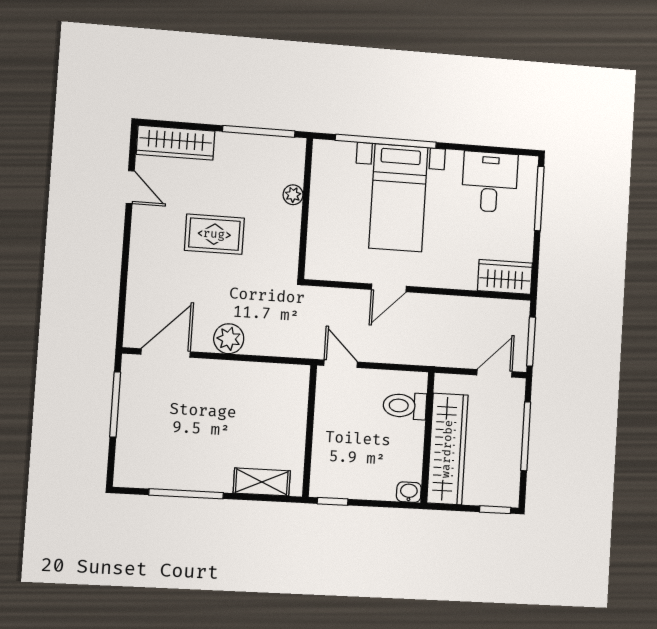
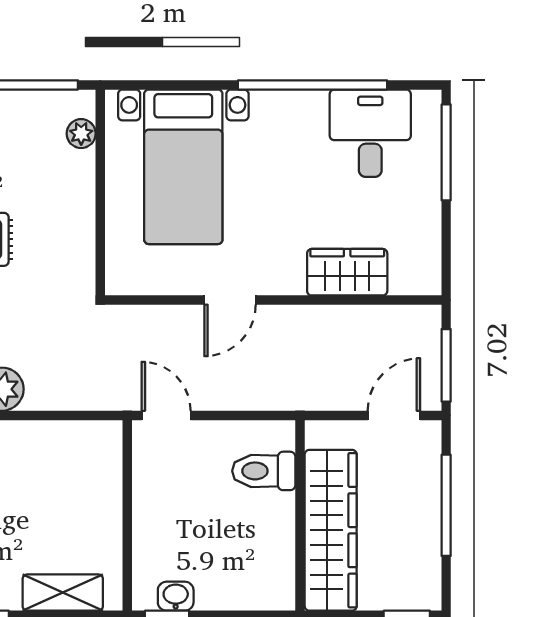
window: (386, 141) -> (312, 85), moved
plant: (293, 195) -> (81, 134), moved
bed with nightstands: (398, 198) -> (183, 167), moved
wardrobe: (505, 277) -> (347, 272), moved
washbasin: (409, 492) -> (176, 596), moved

